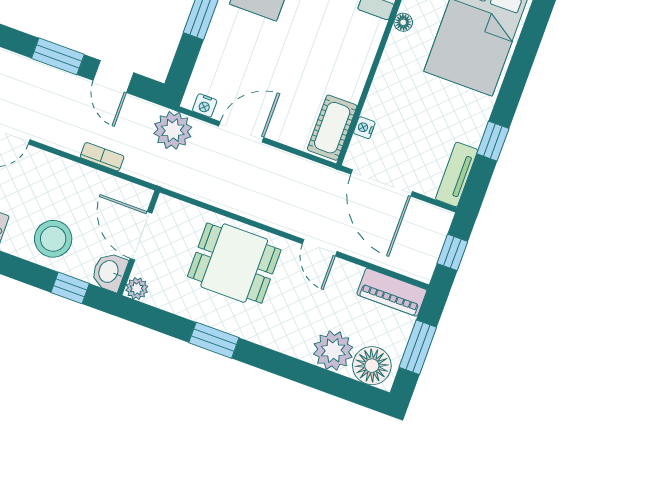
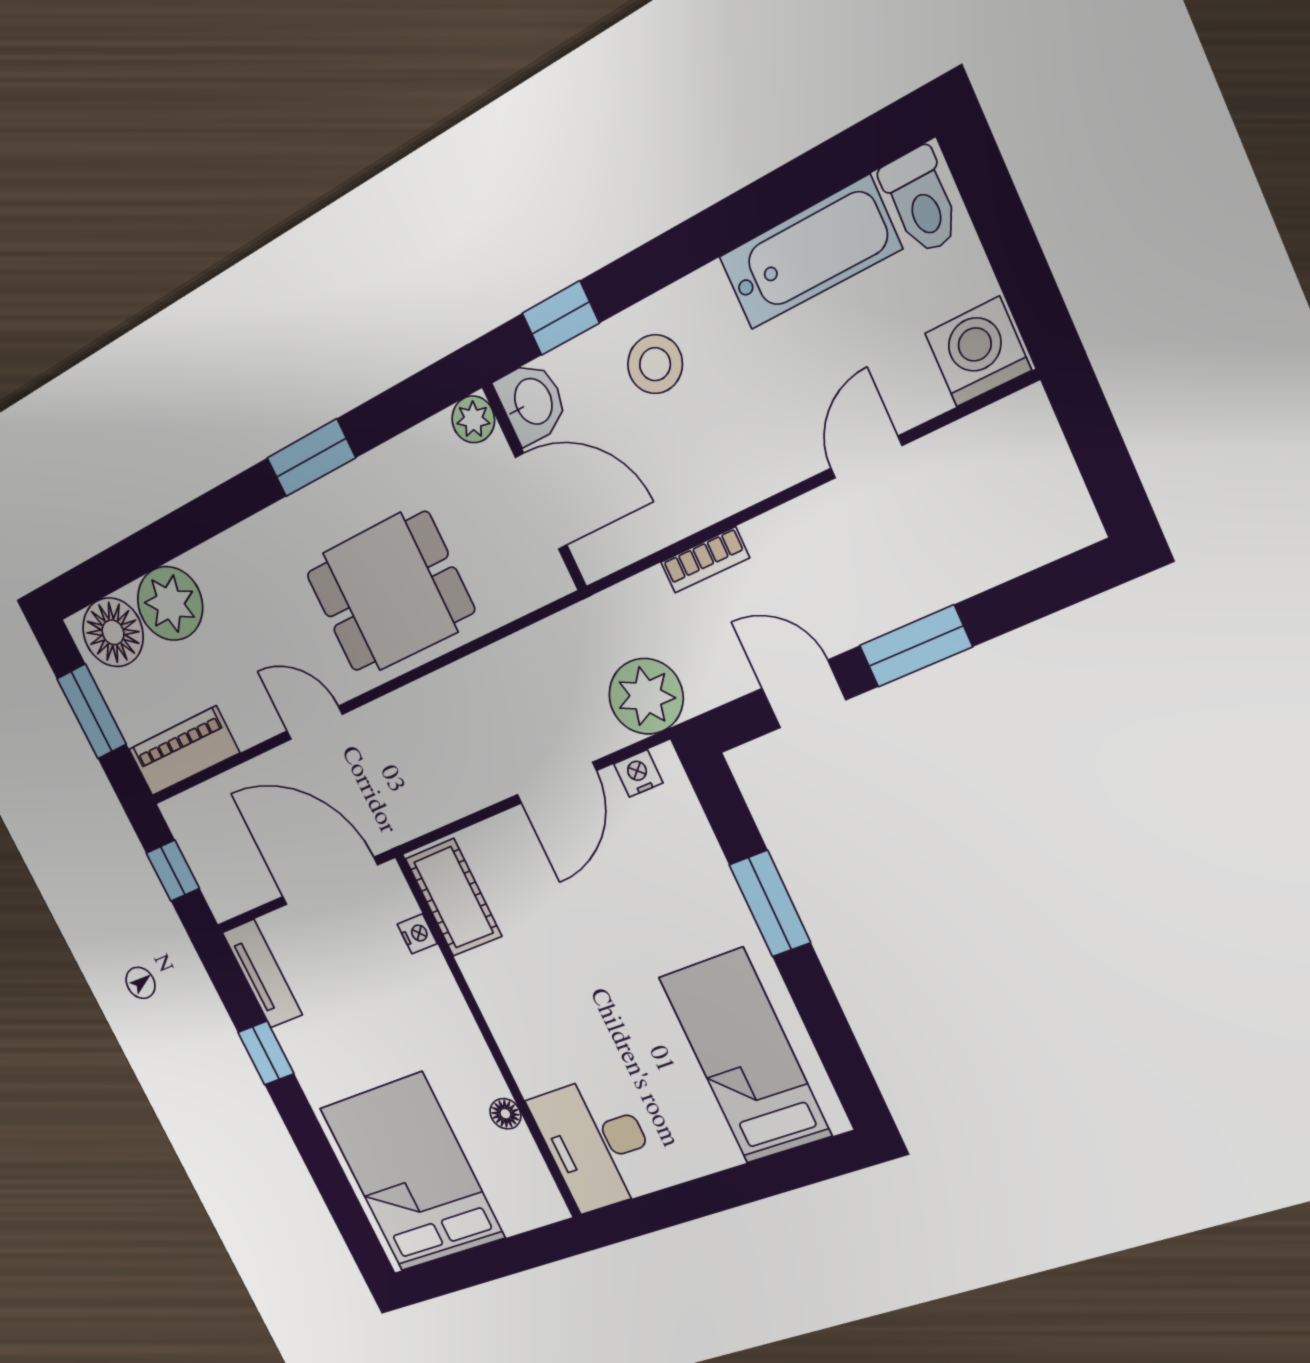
stool: (53, 239) -> (655, 364), width x0.73, depth x0.73

